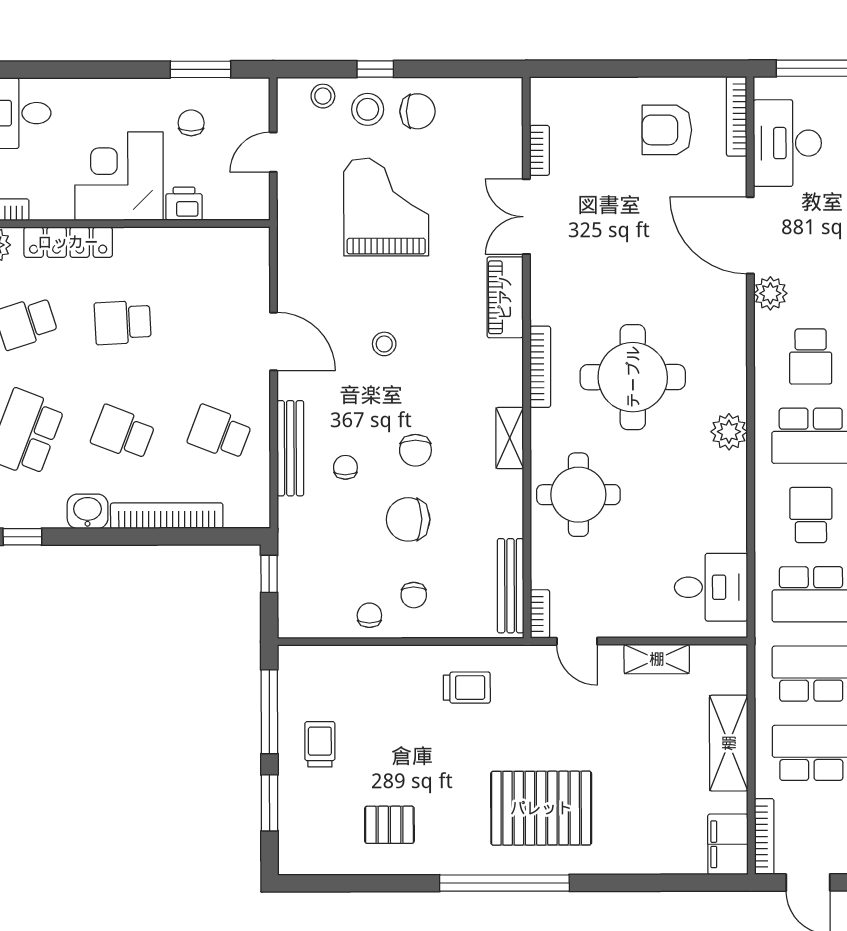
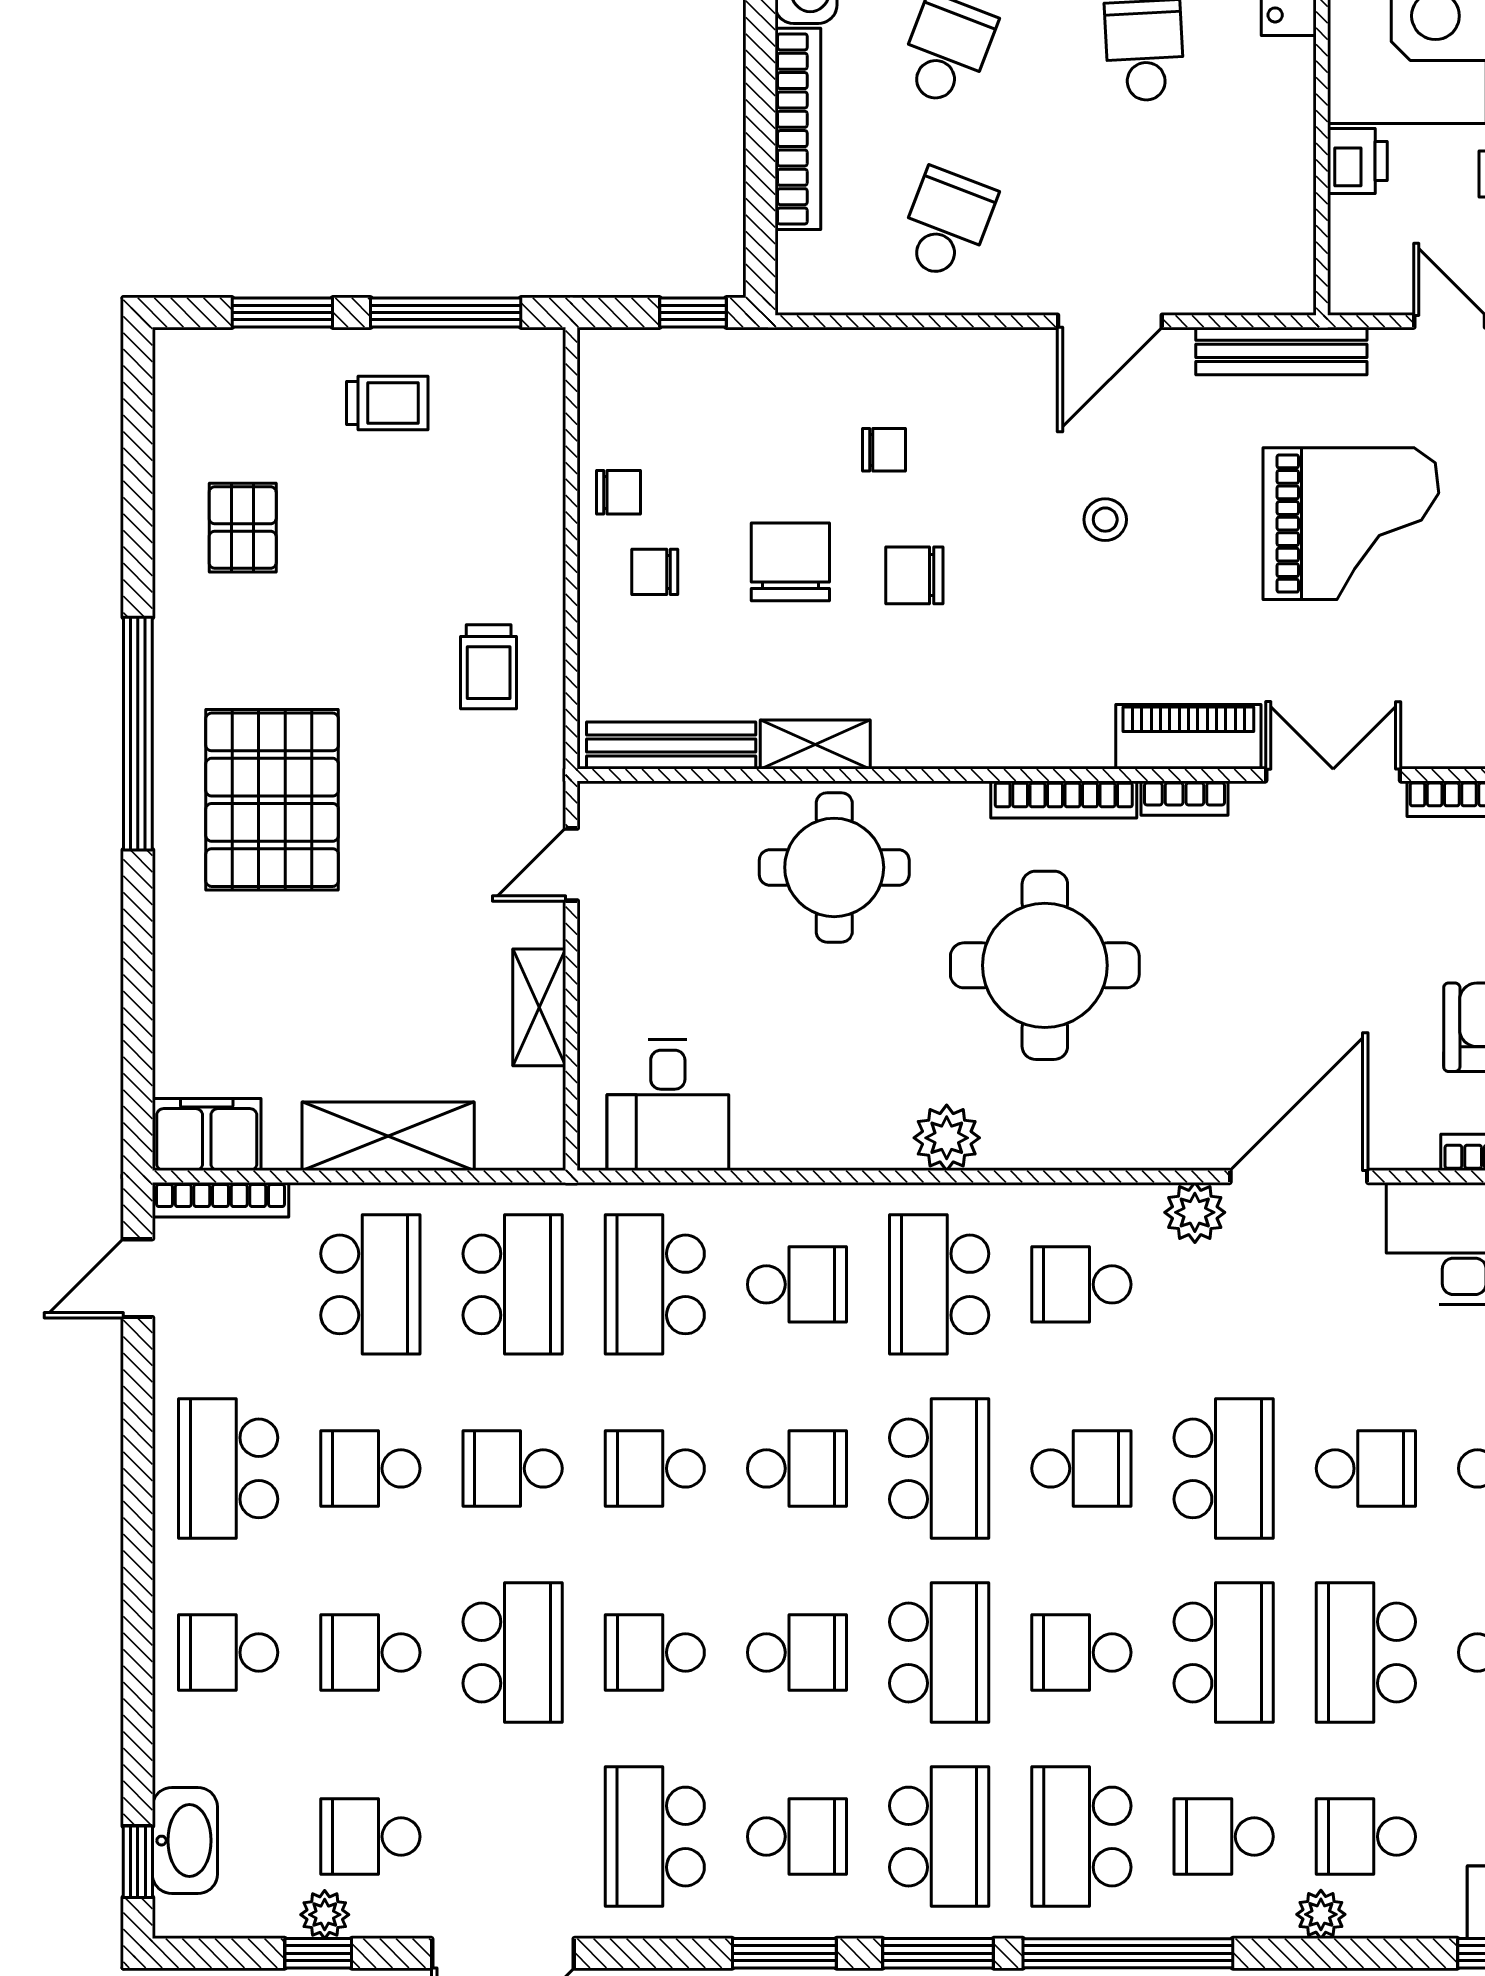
shelving: (510, 438) -> (815, 744), moved
bench: (290, 448) -> (1281, 351), moved
bookcase: (540, 614) -> (1184, 798), moved

